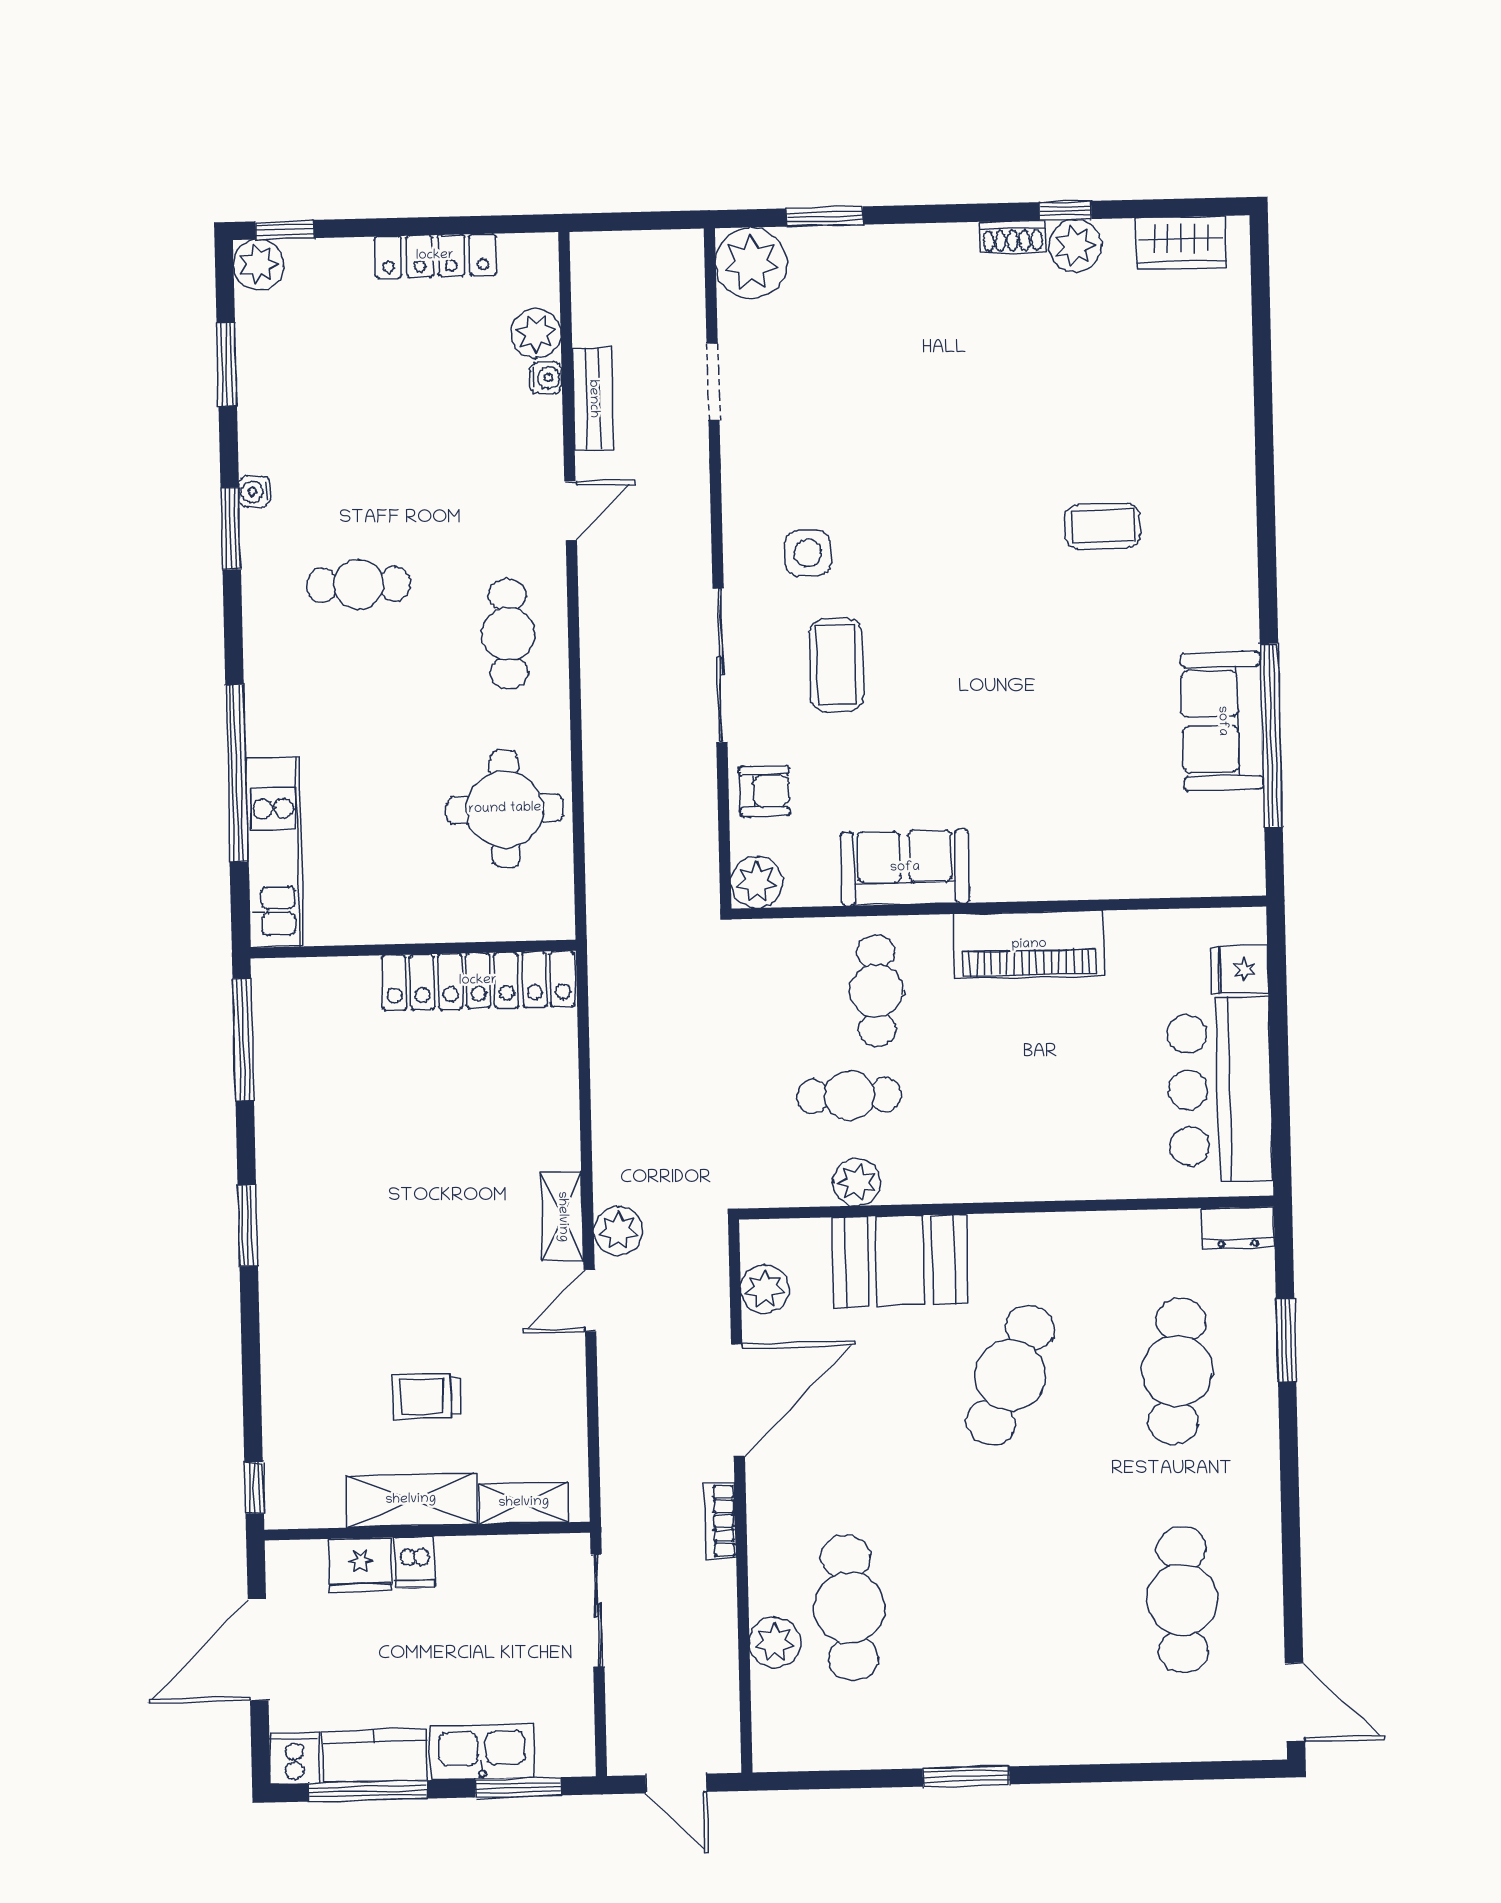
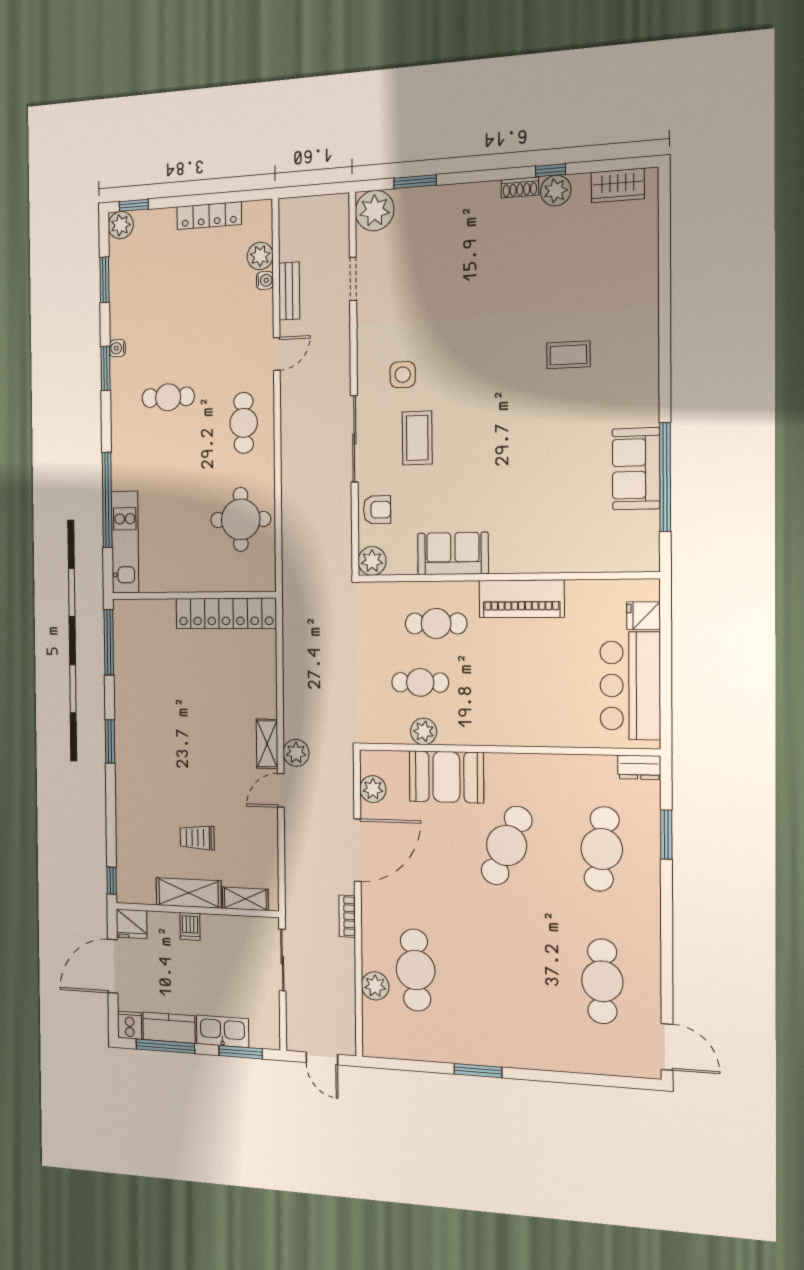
cafe table: (876, 991) -> (436, 623), turned 90
fridge: (360, 1565) -> (132, 924), moved

